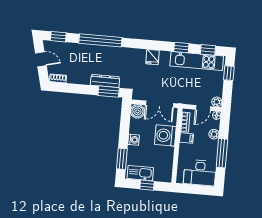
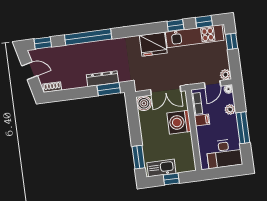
fridge: (153, 57) -> (153, 44), width x1.88, depth x1.34
washing machine: (134, 140) -> (146, 134), removed

